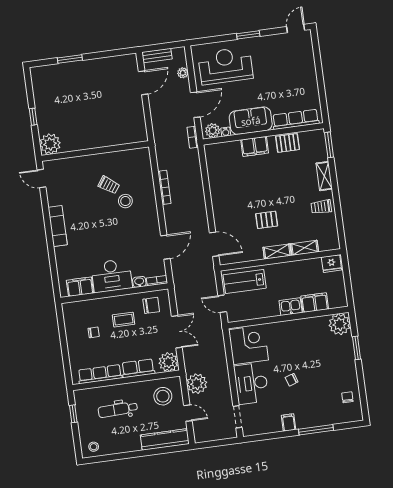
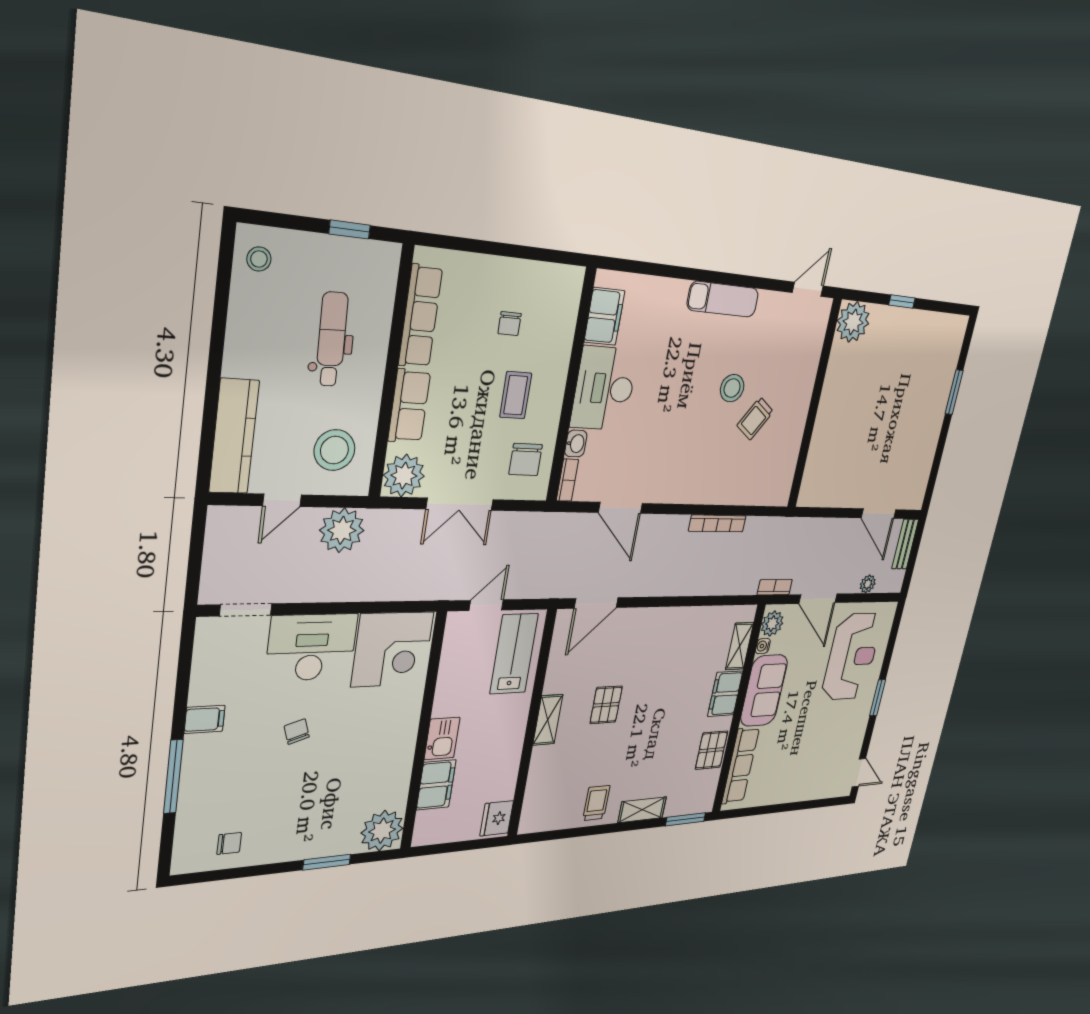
stool: (125, 201) -> (732, 388), moved
shelving: (305, 248) -> (740, 646), moved

